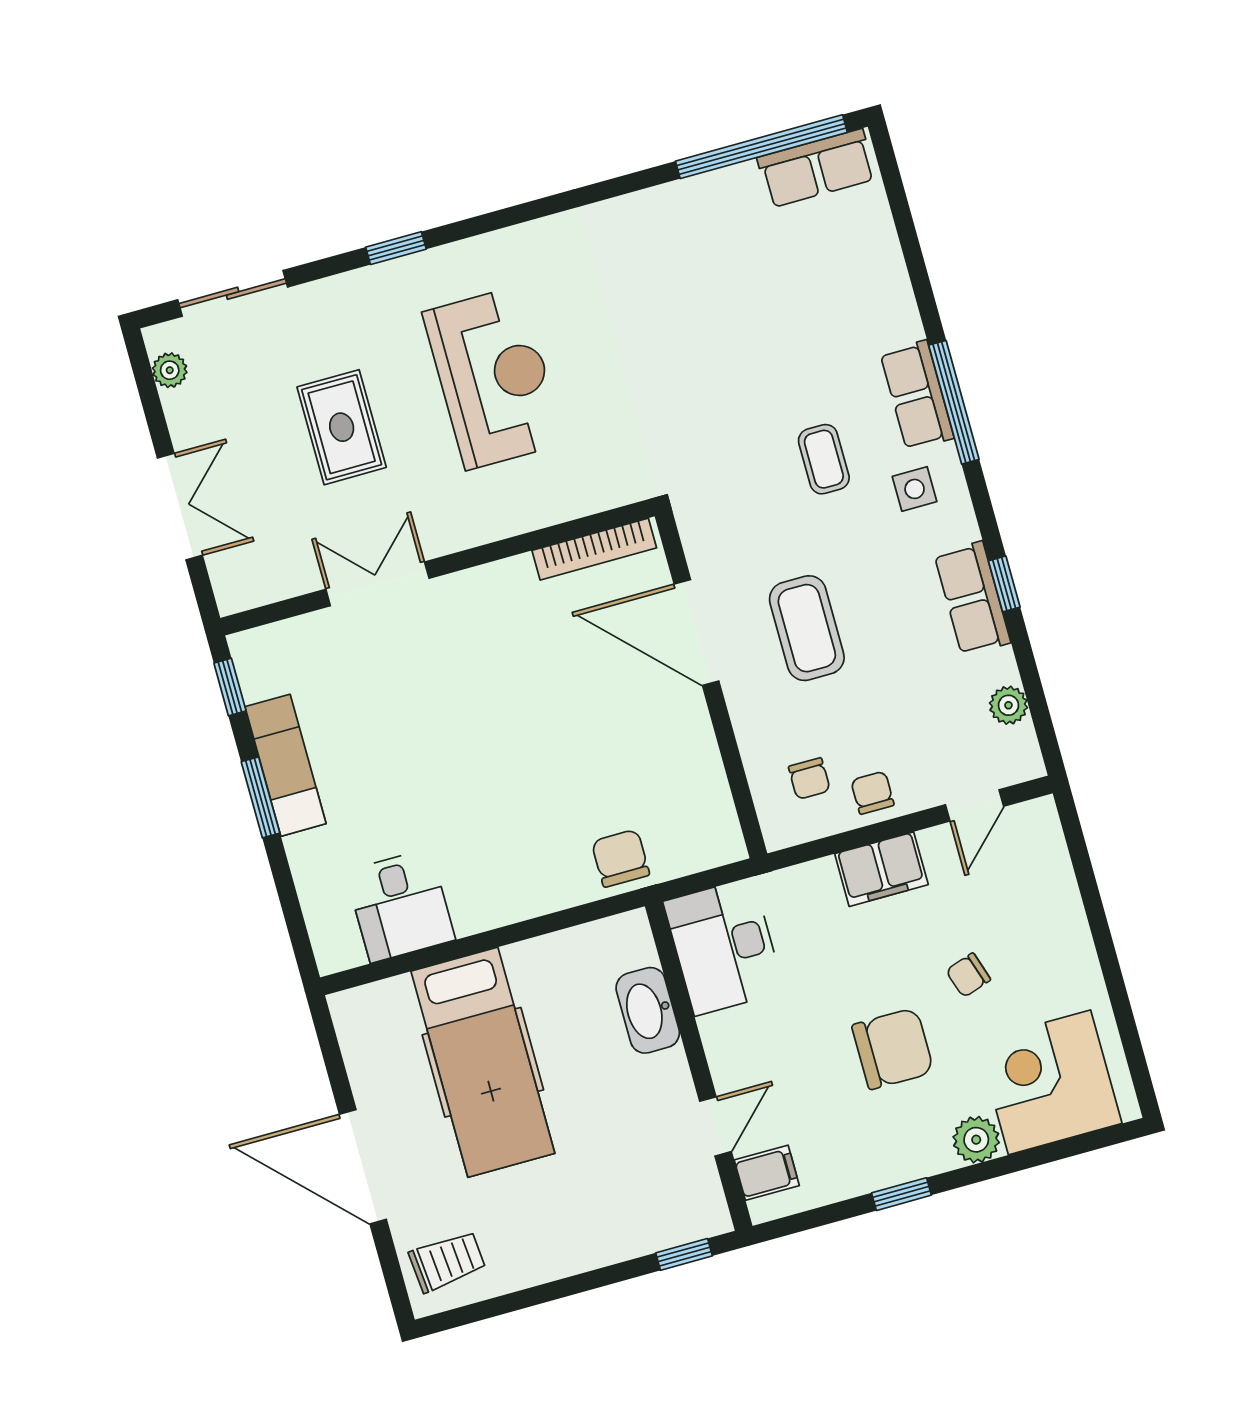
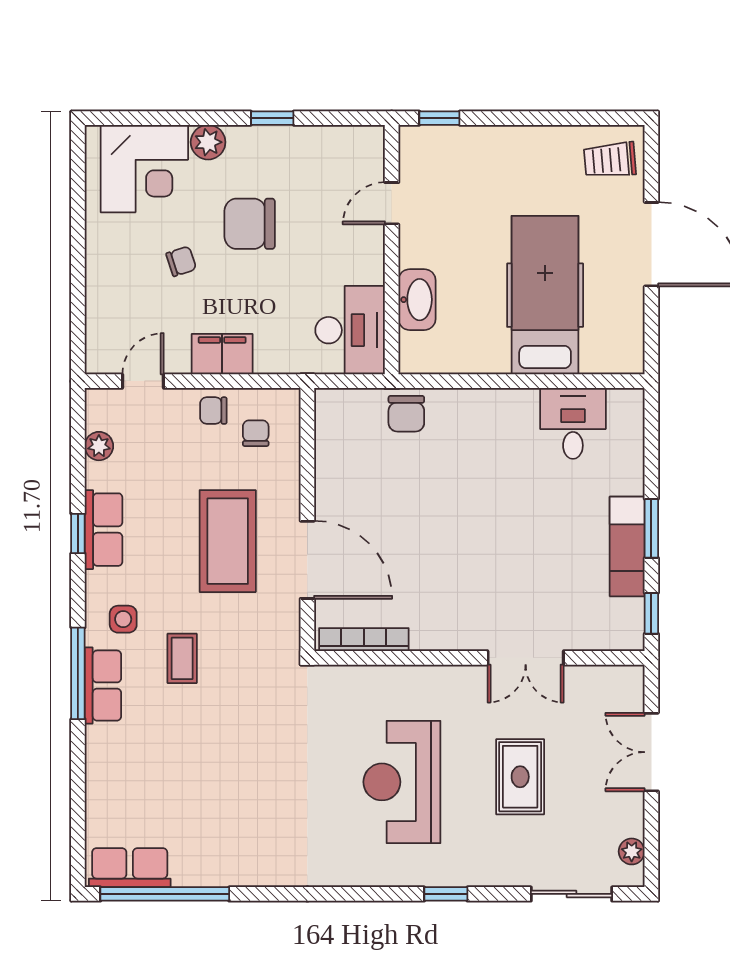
coffee table: (807, 628) -> (228, 541), width x1.36, depth x1.32
chair: (872, 793) -> (213, 411), turned 90
filing cabinet: (767, 1173) -> (364, 160), removed

